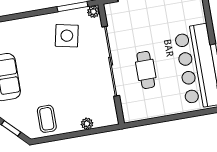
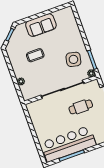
cafe table: (146, 70) -> (81, 107), moved
coffee table: (47, 119) -> (35, 55), moved

